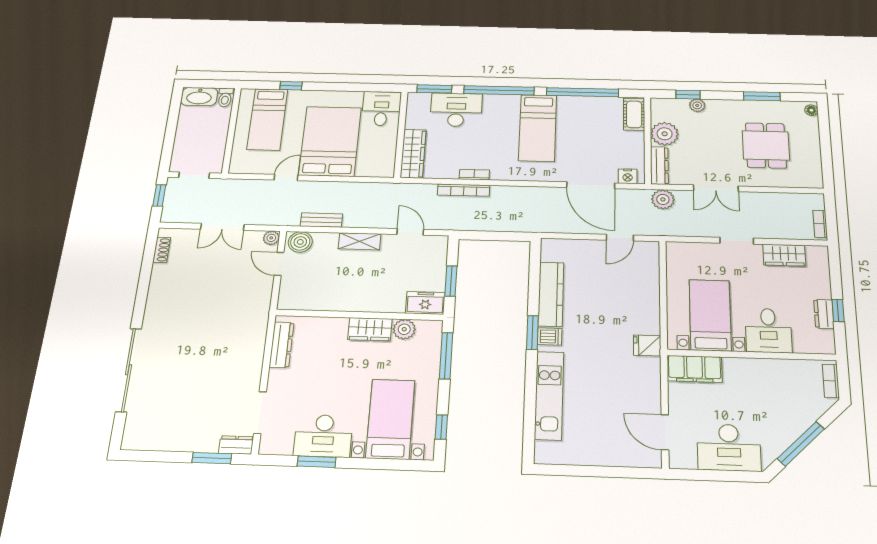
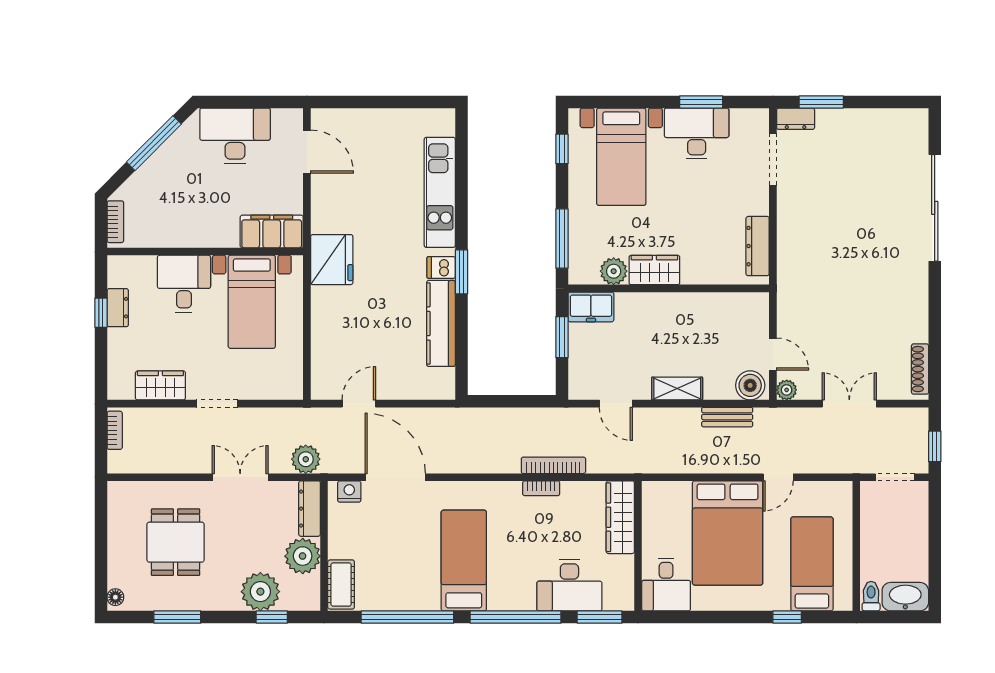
plant: (697, 105) -> (260, 592), width x1.87, depth x1.87
shoe rack: (162, 250) -> (920, 369), width x1.43
fridge: (647, 346) -> (332, 260), width x1.88, depth x1.34

